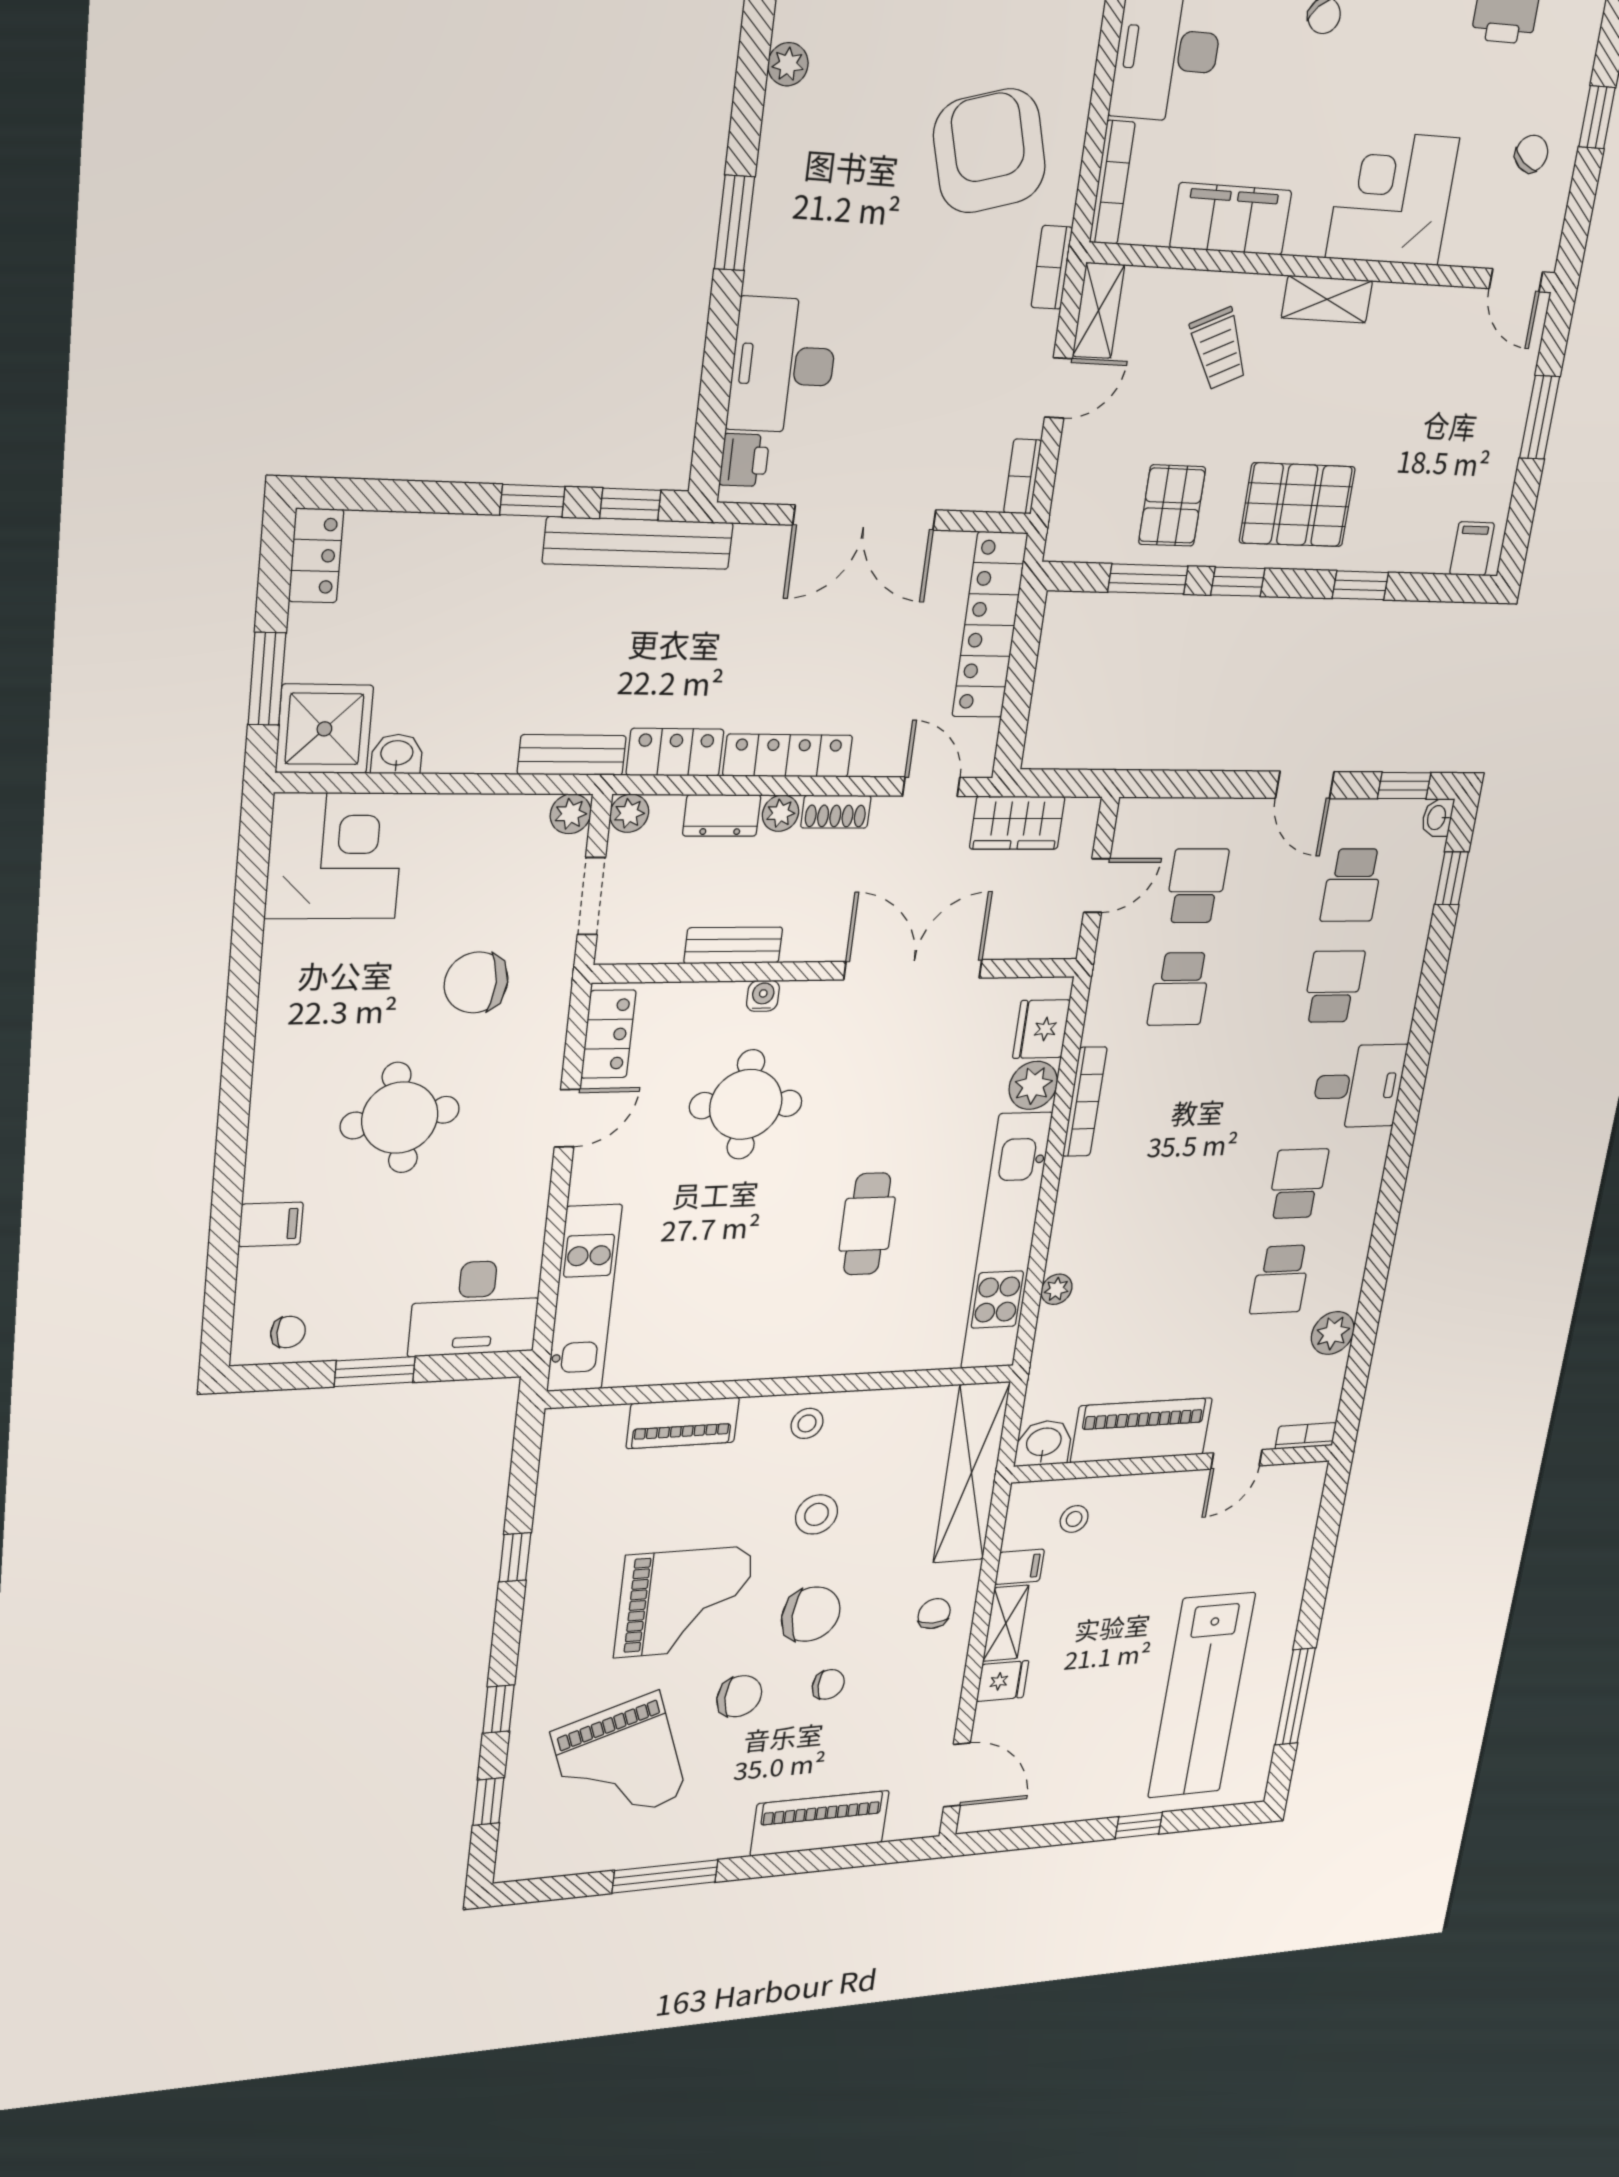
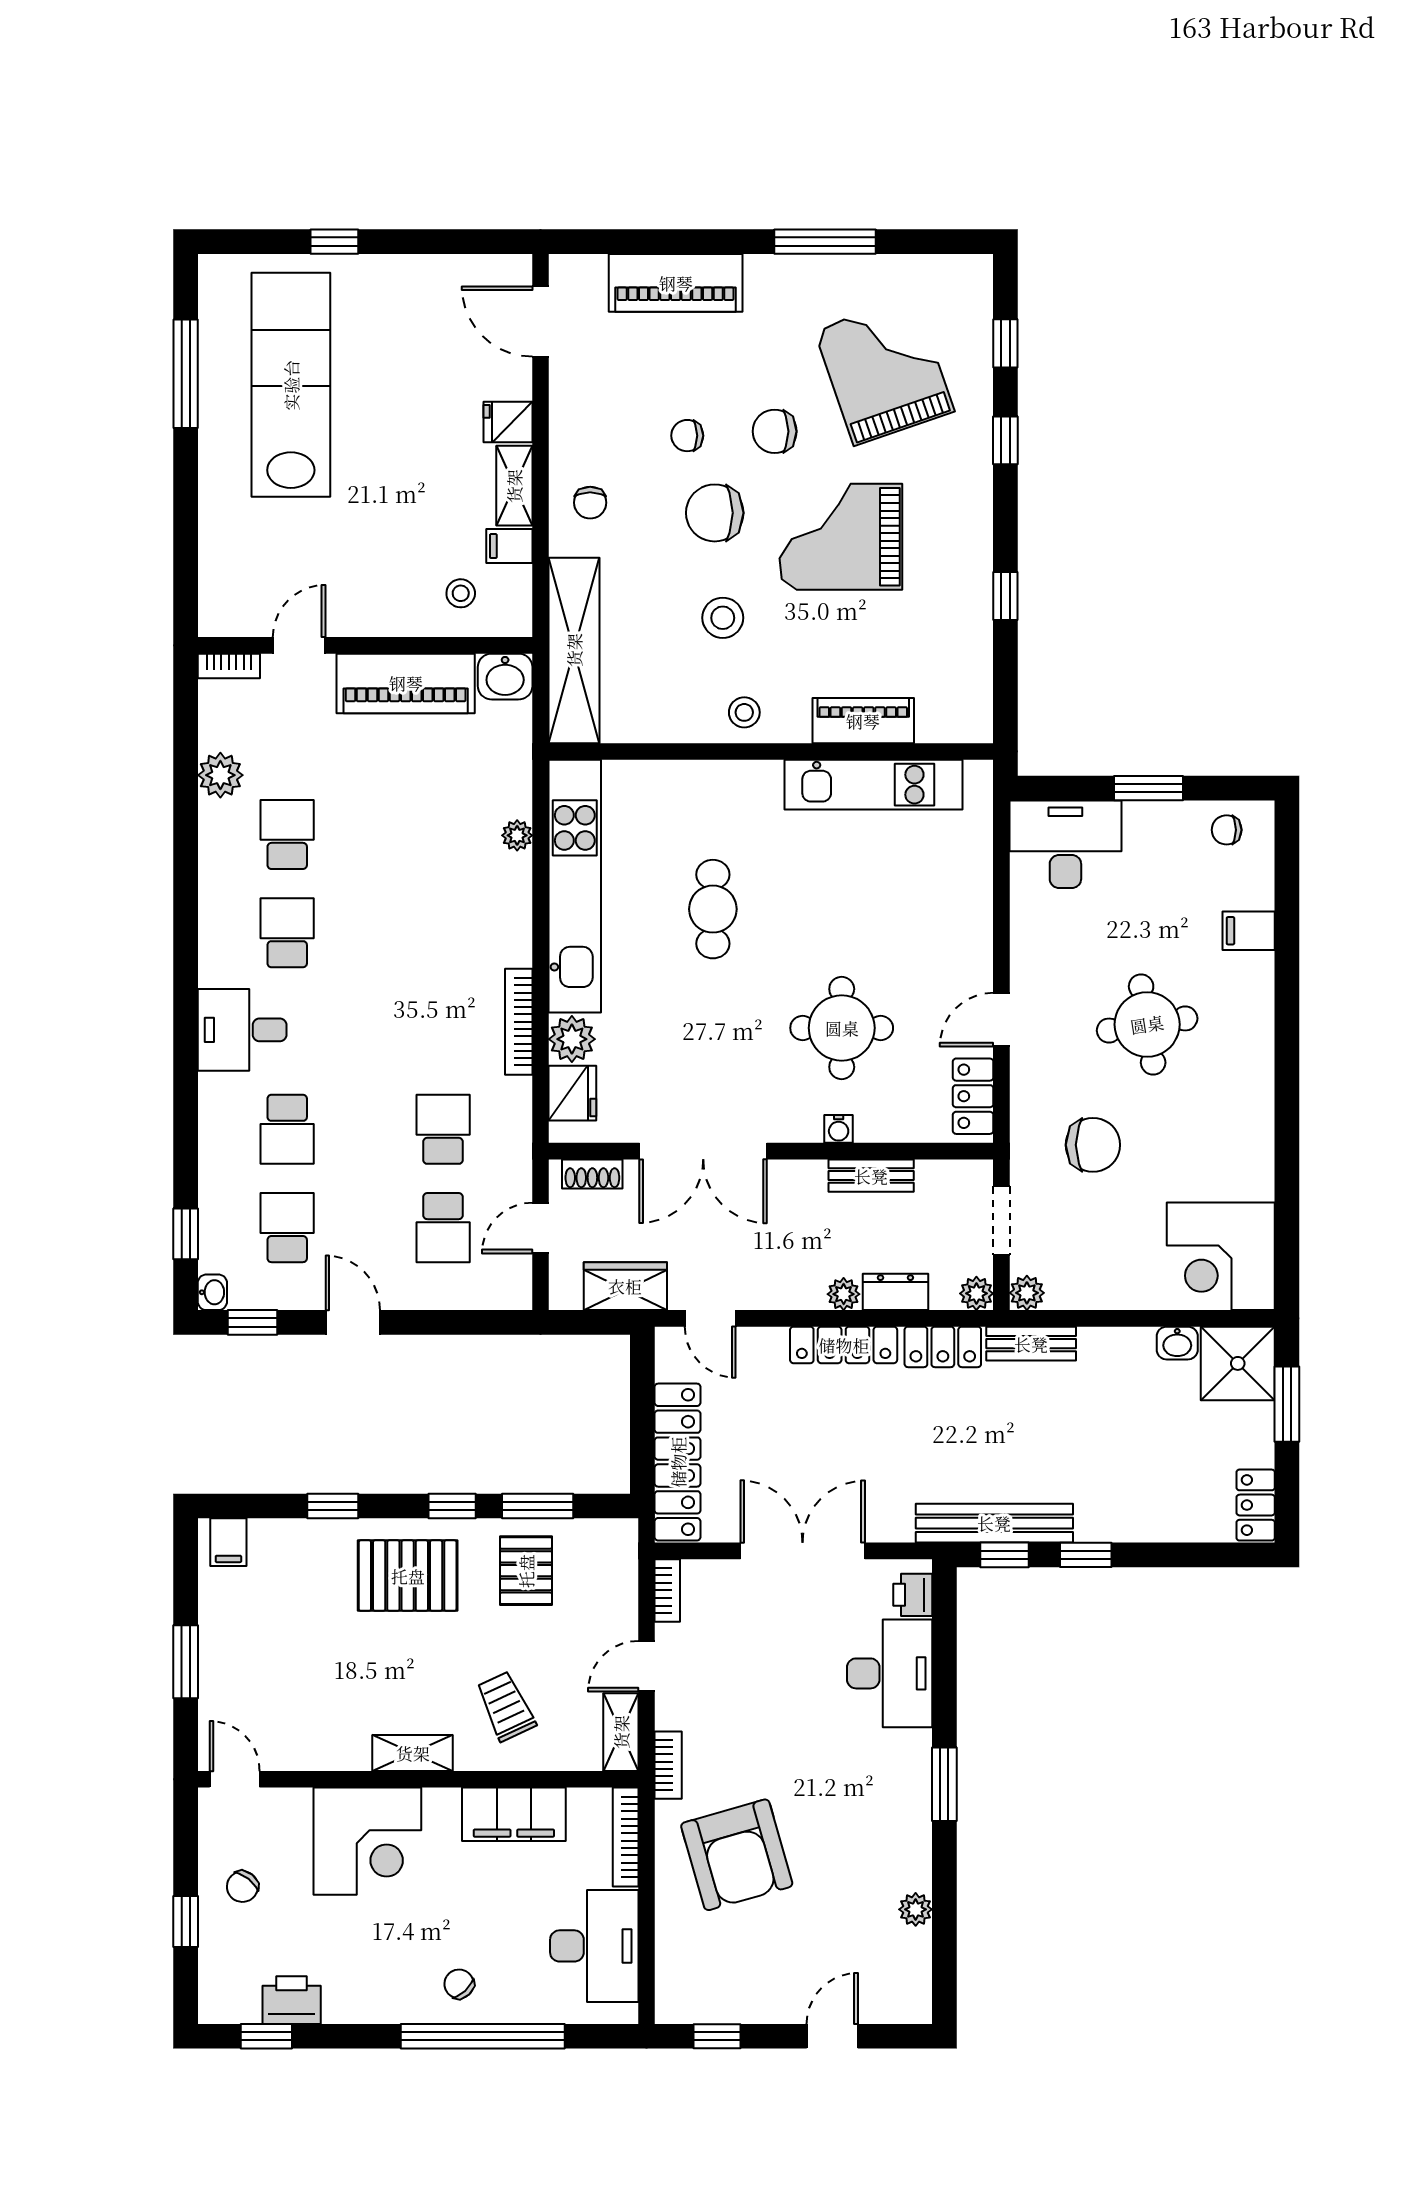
shoe rack: (836, 812) -> (592, 1174), moved, turned 180
school desk: (1298, 1184) -> (287, 933), turned 180
kitchen unit: (584, 1298) -> (874, 785), moved, turned -90

